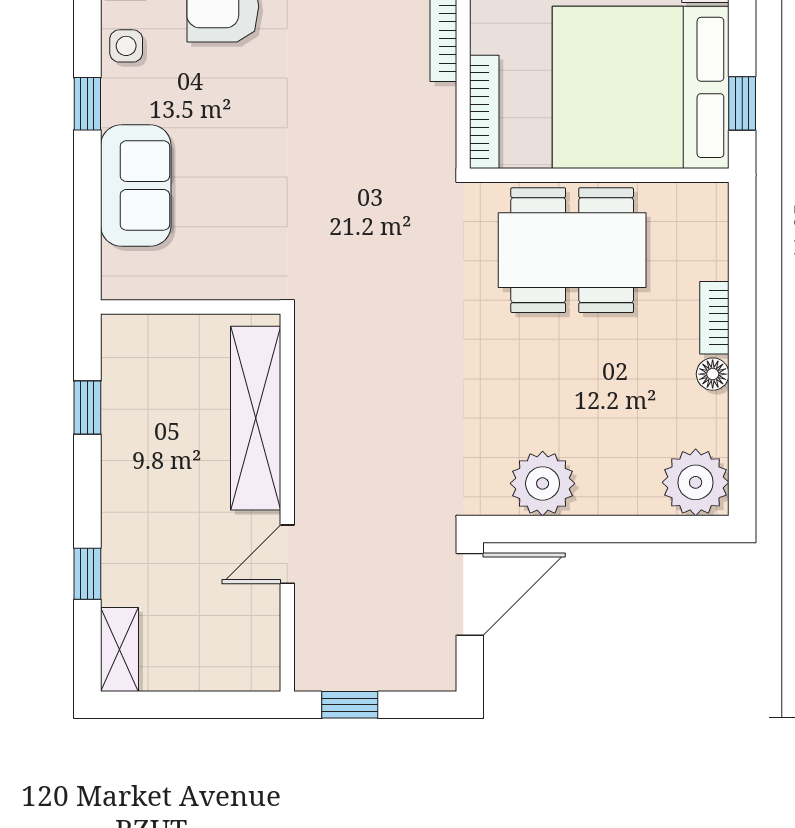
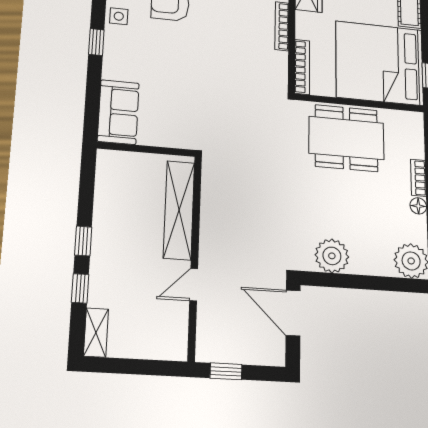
sofa: (136, 185) -> (118, 112), moved
window: (87, 408) -> (83, 241), moved
door: (470, 594) -> (293, 313), swing flipped

